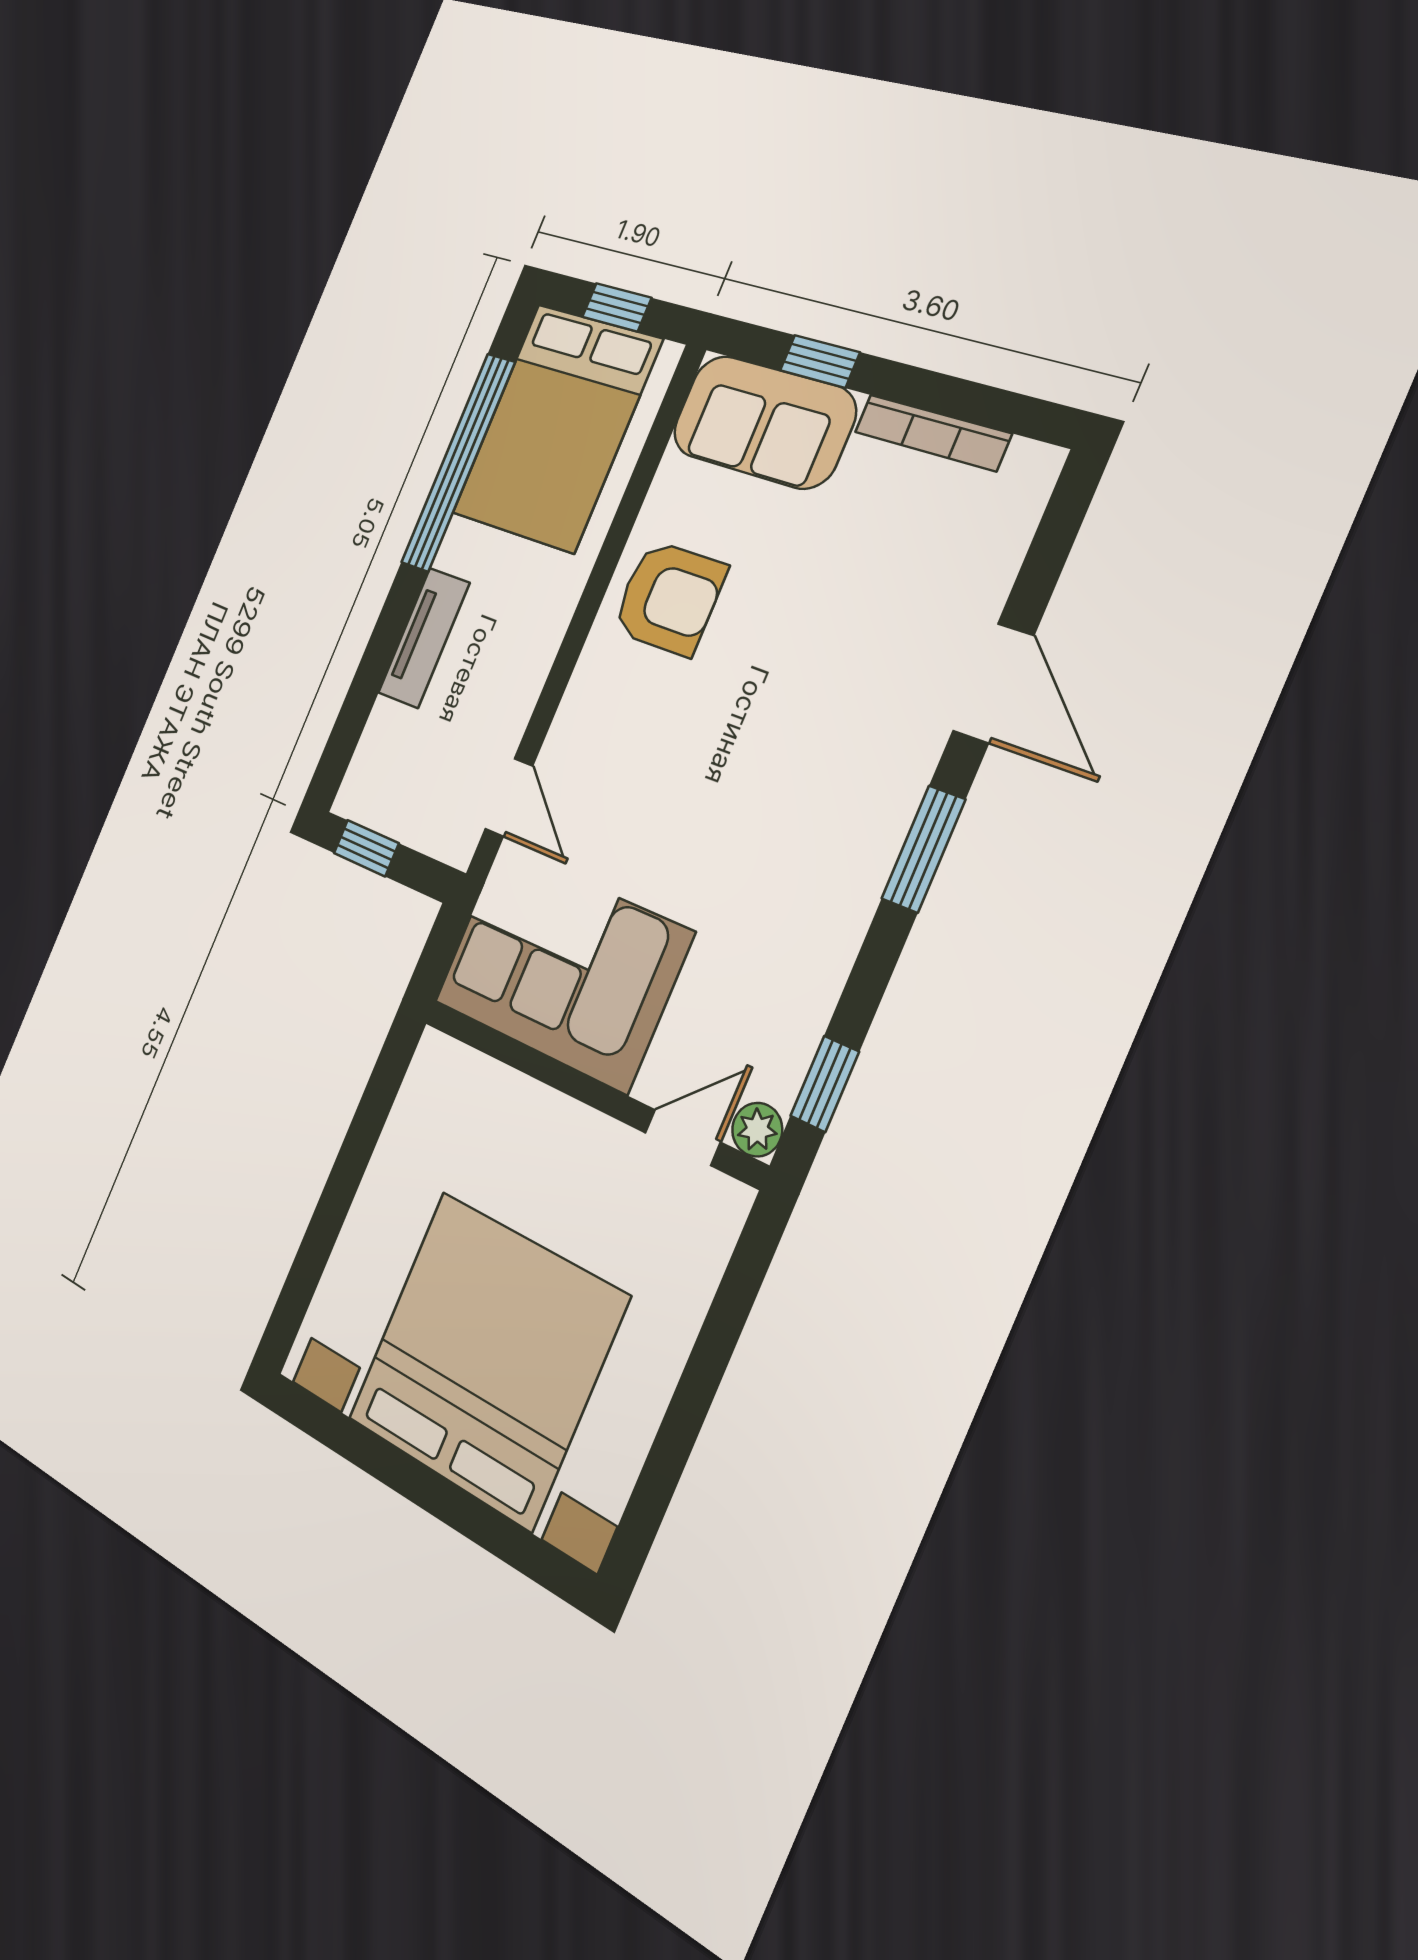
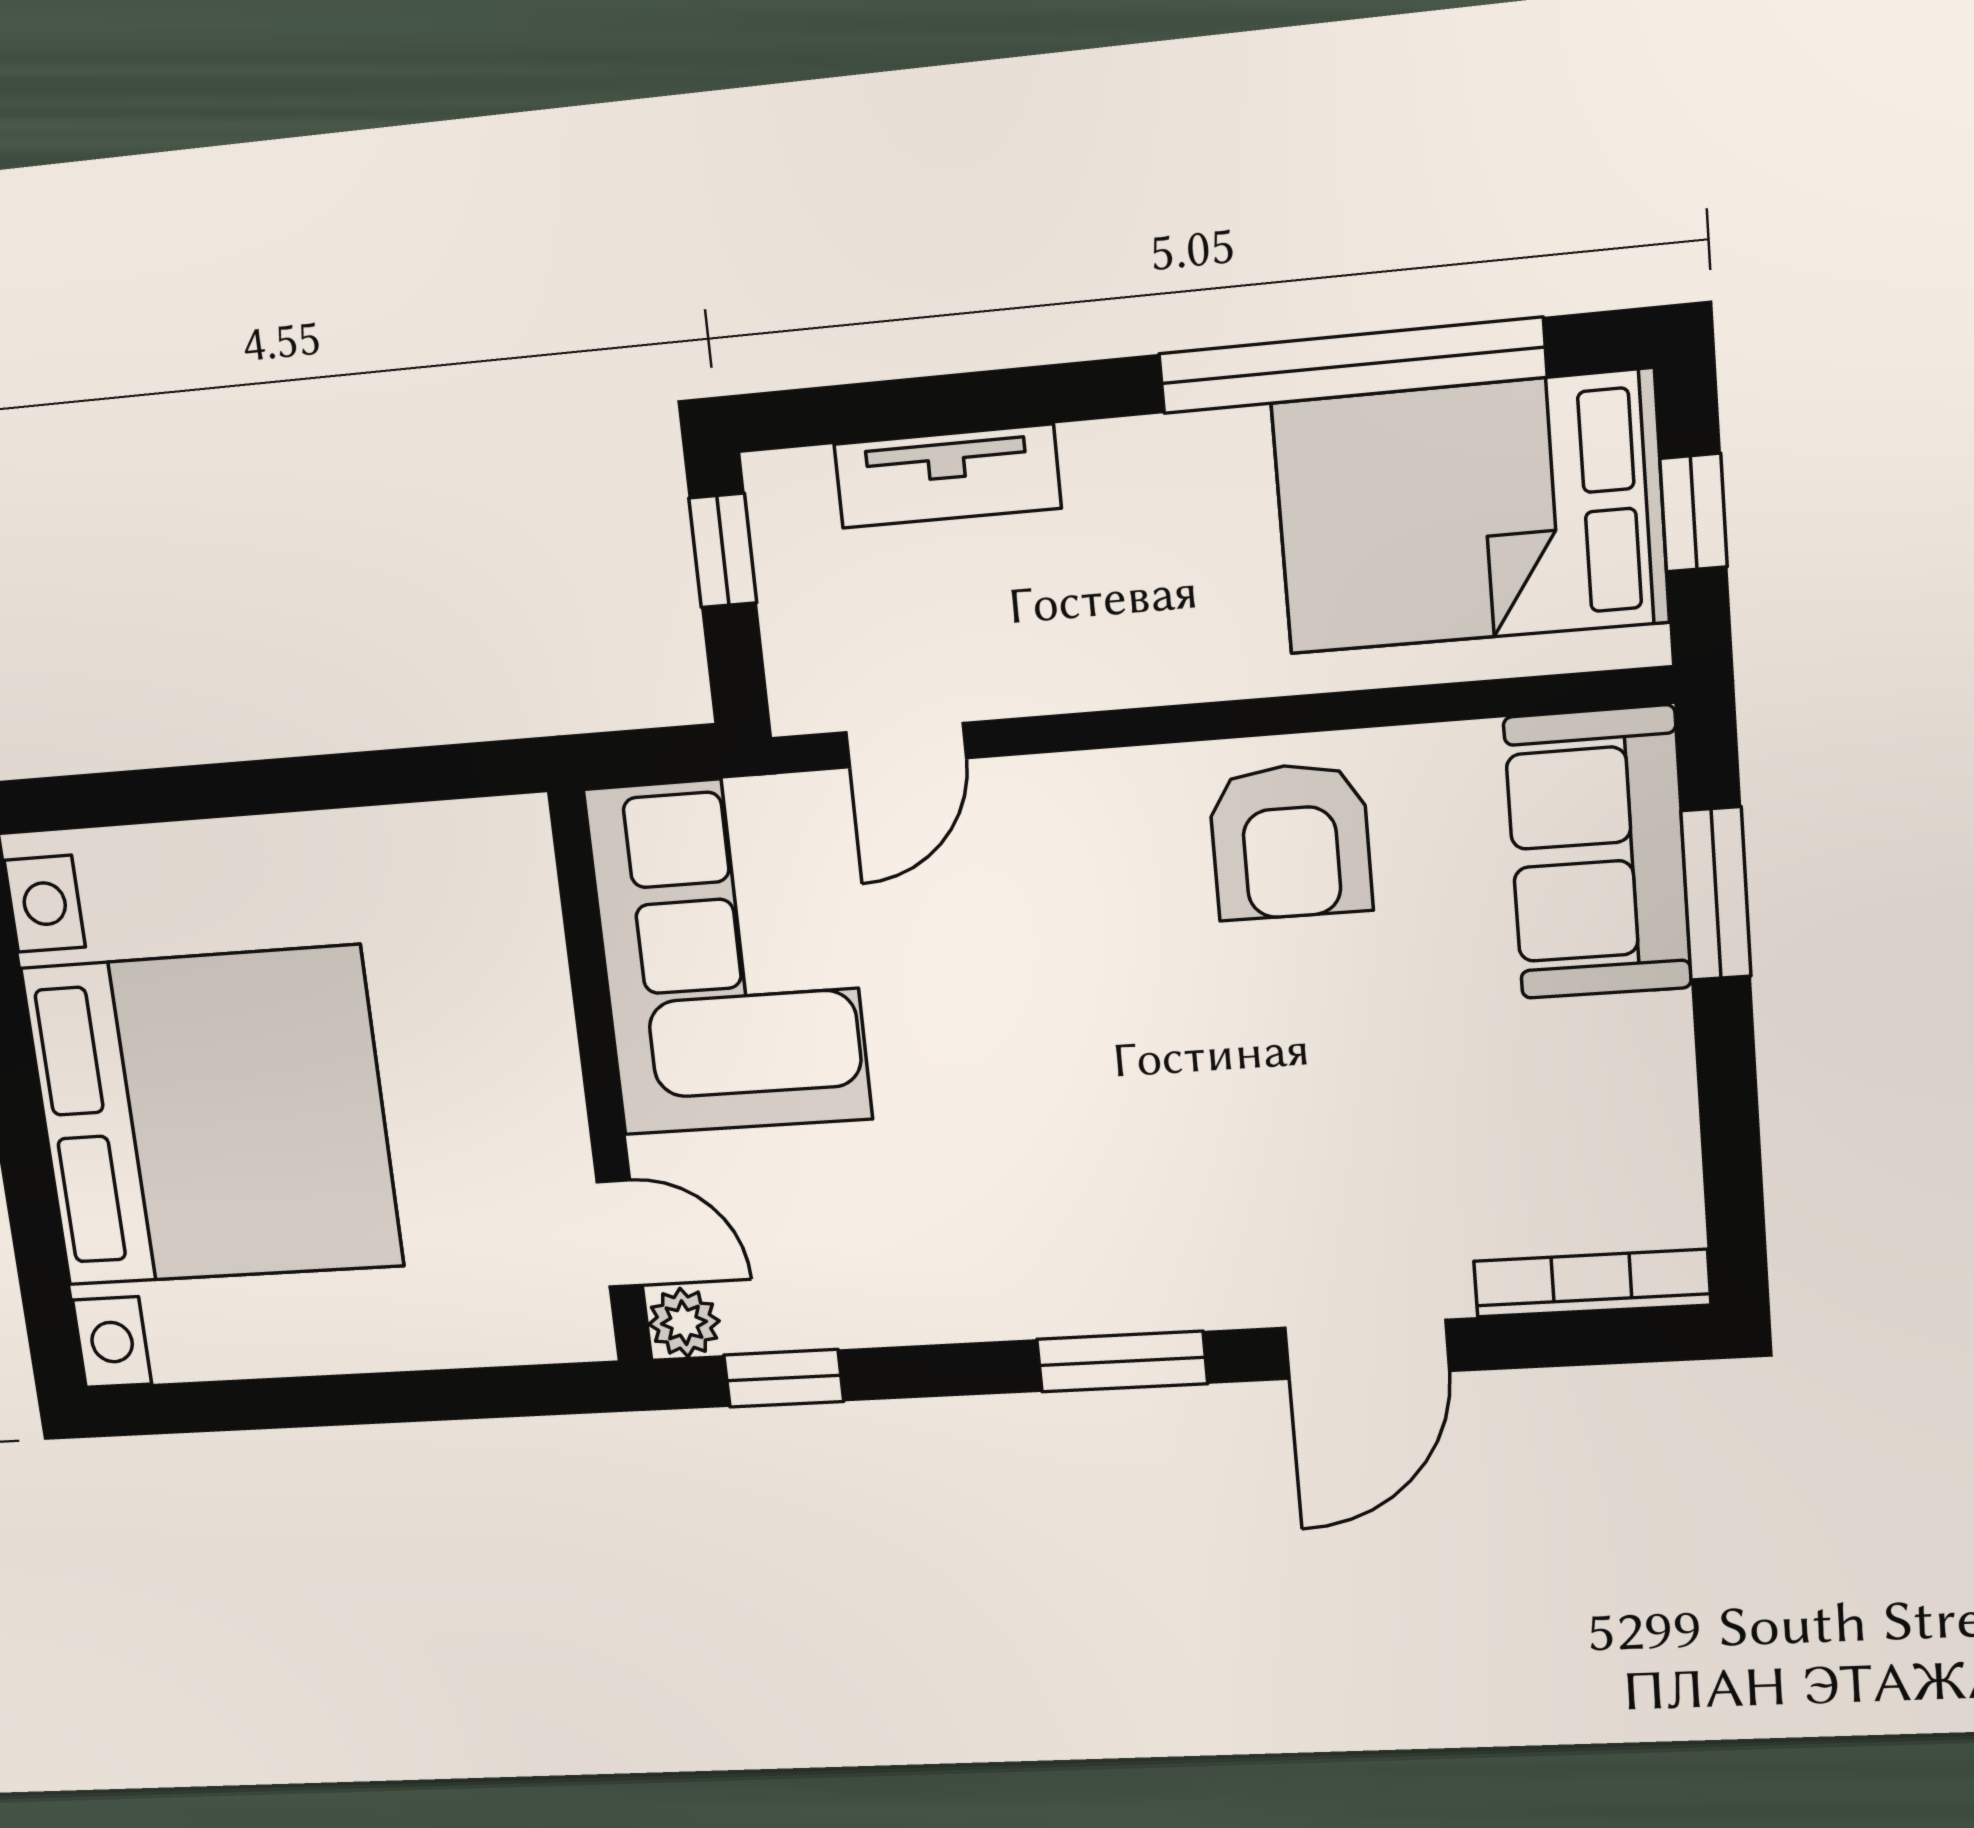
window: (820, 361) -> (1716, 894), width x1.50
bookcase: (932, 433) -> (1592, 1283), moved, turned 90
tv unit: (424, 638) -> (948, 476), moved

